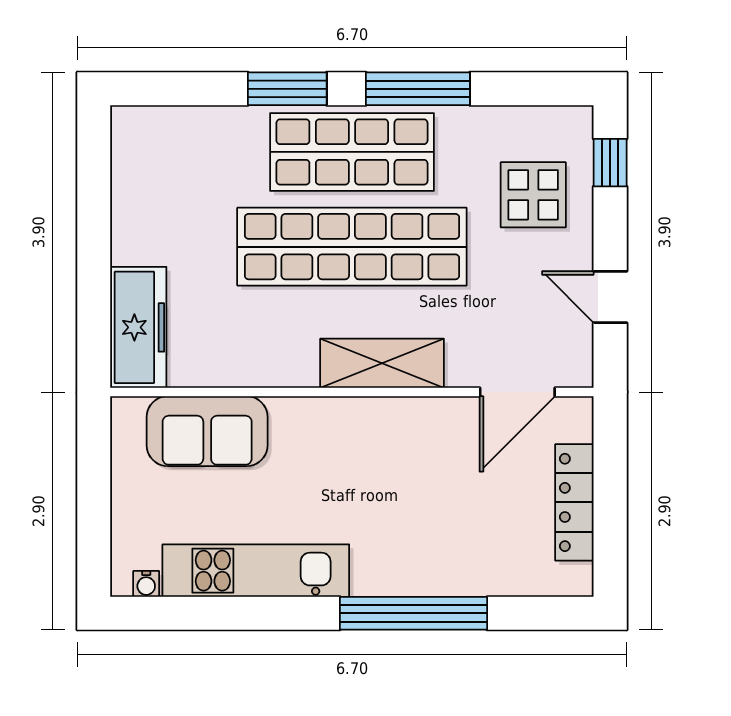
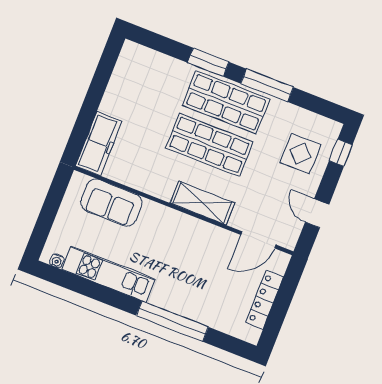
shop shelf: (352, 247) -> (209, 145), width x0.71

